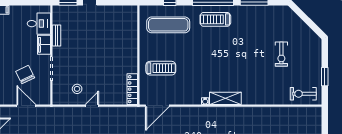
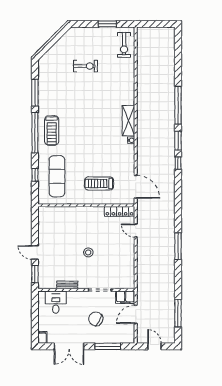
filing cabinet: (44, 45) -> (125, 297), moved
treadmill: (161, 68) -> (99, 183), turned -90
chair: (25, 75) -> (96, 319), moved, turned 54
stool: (77, 89) -> (88, 252), moved
door: (92, 106) -> (136, 231), moved

